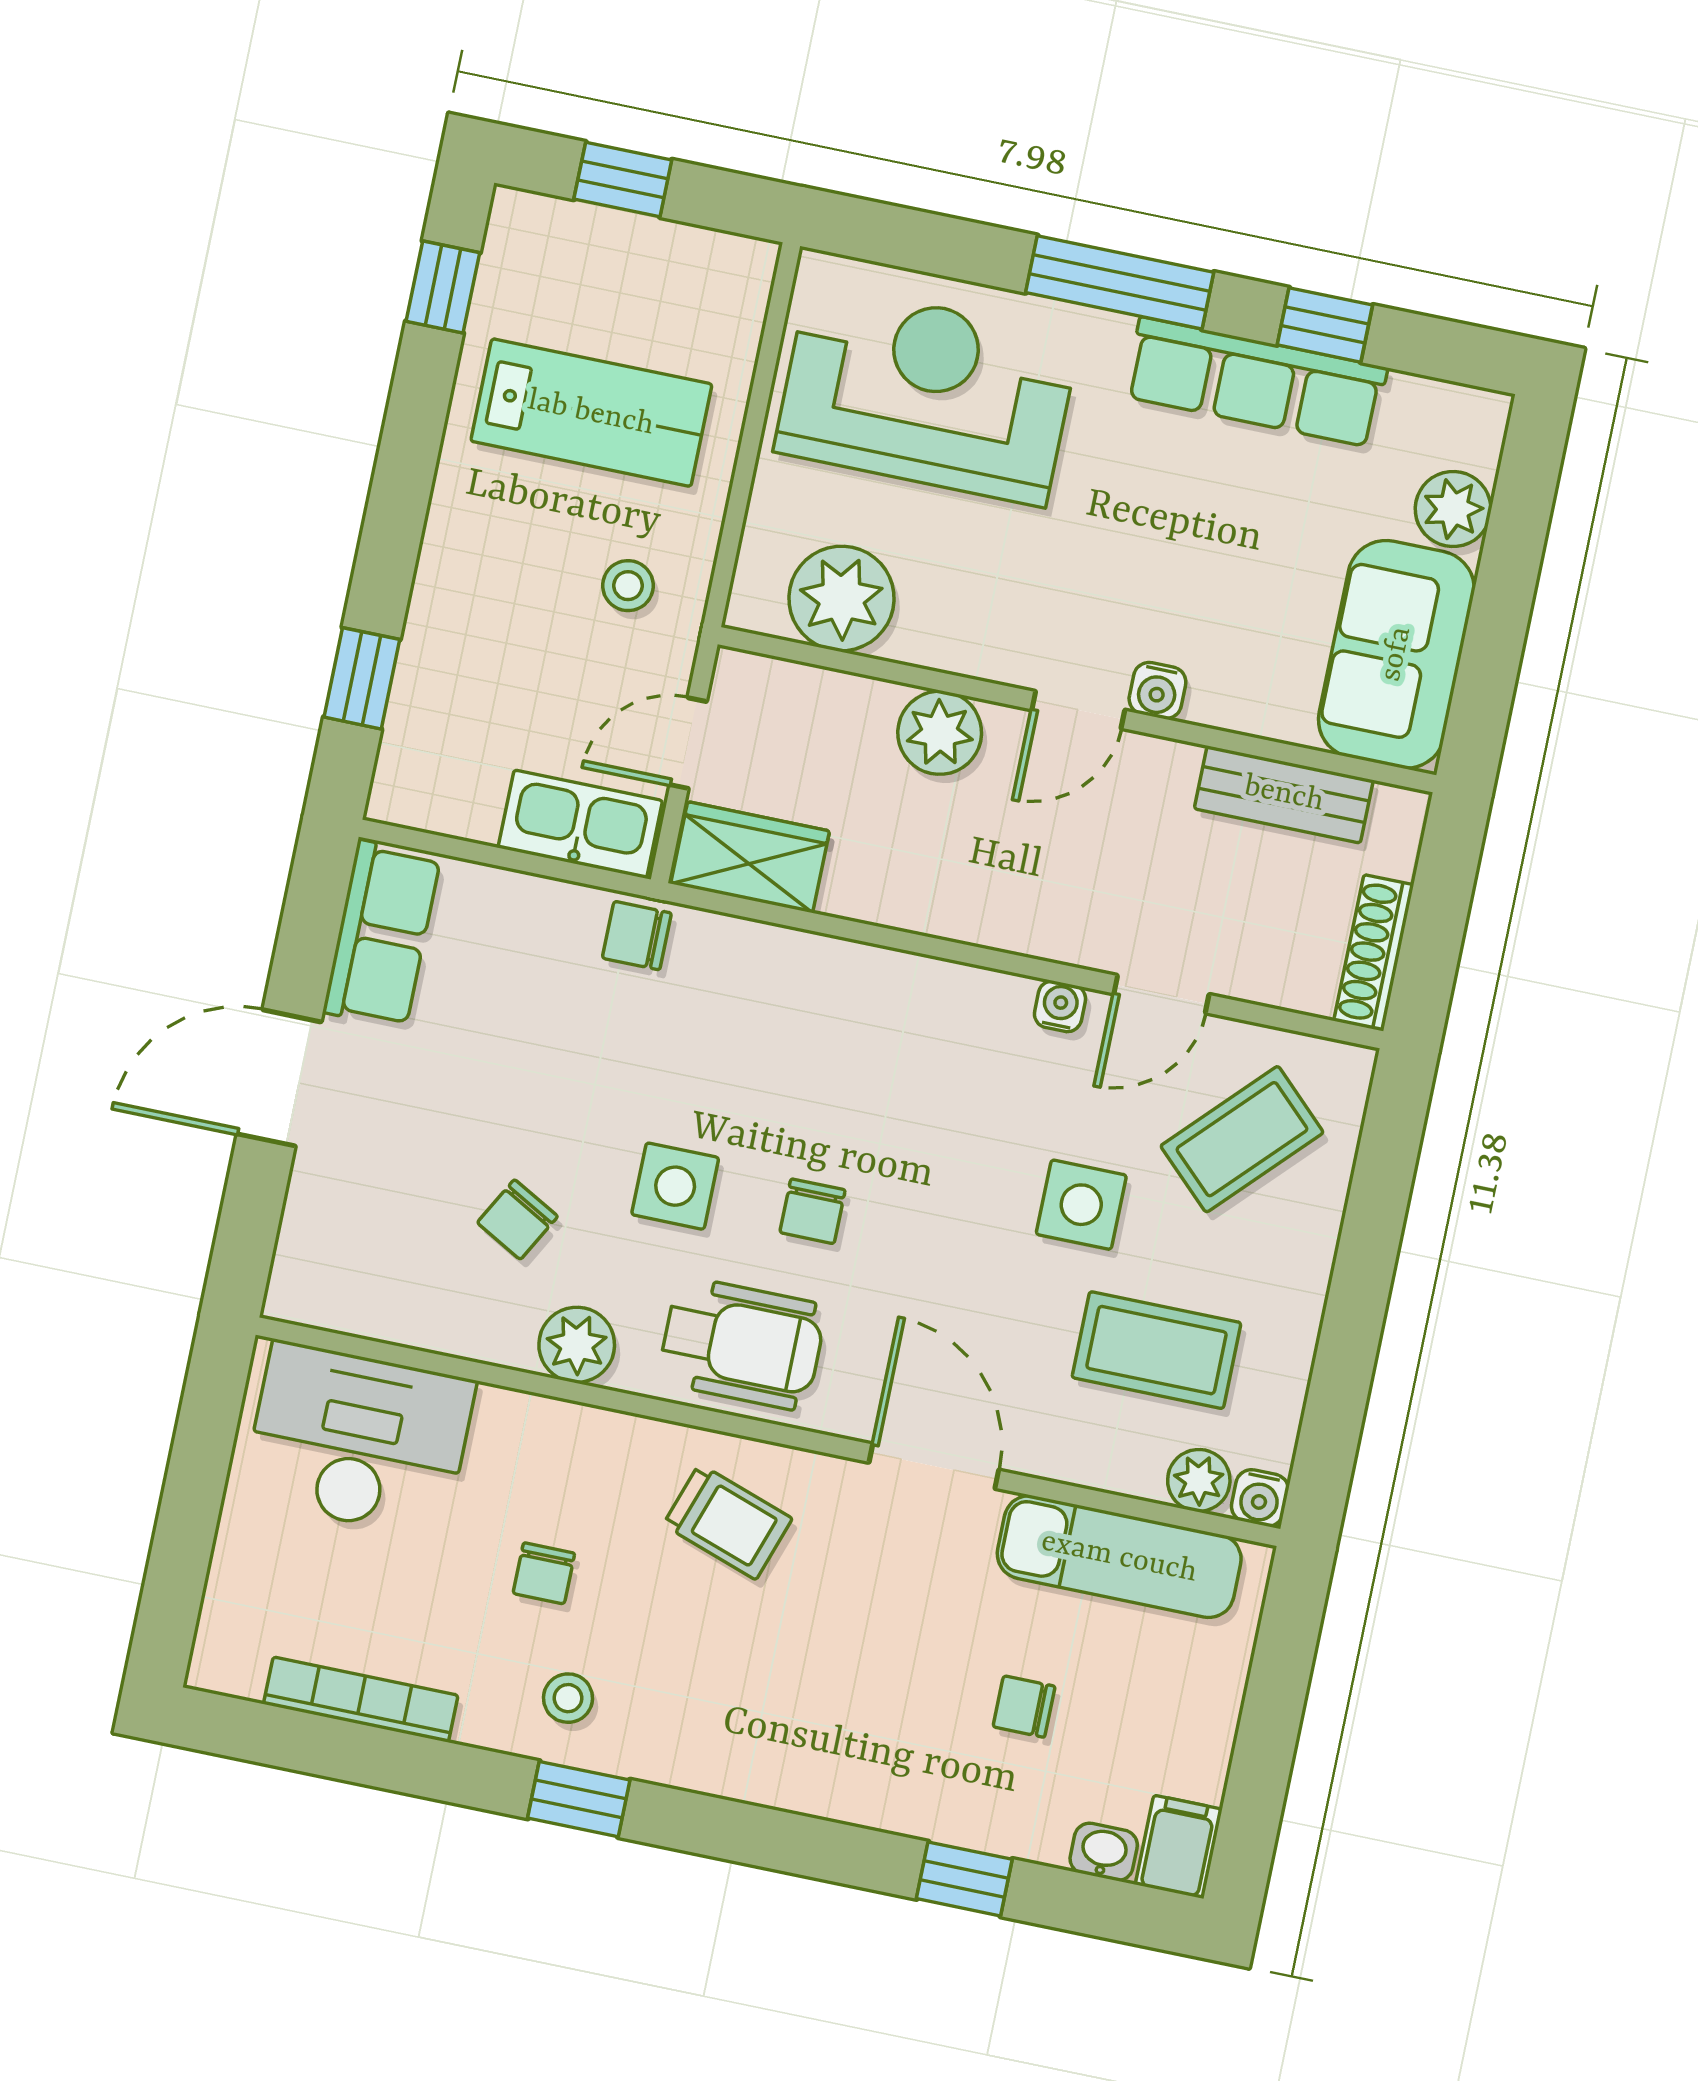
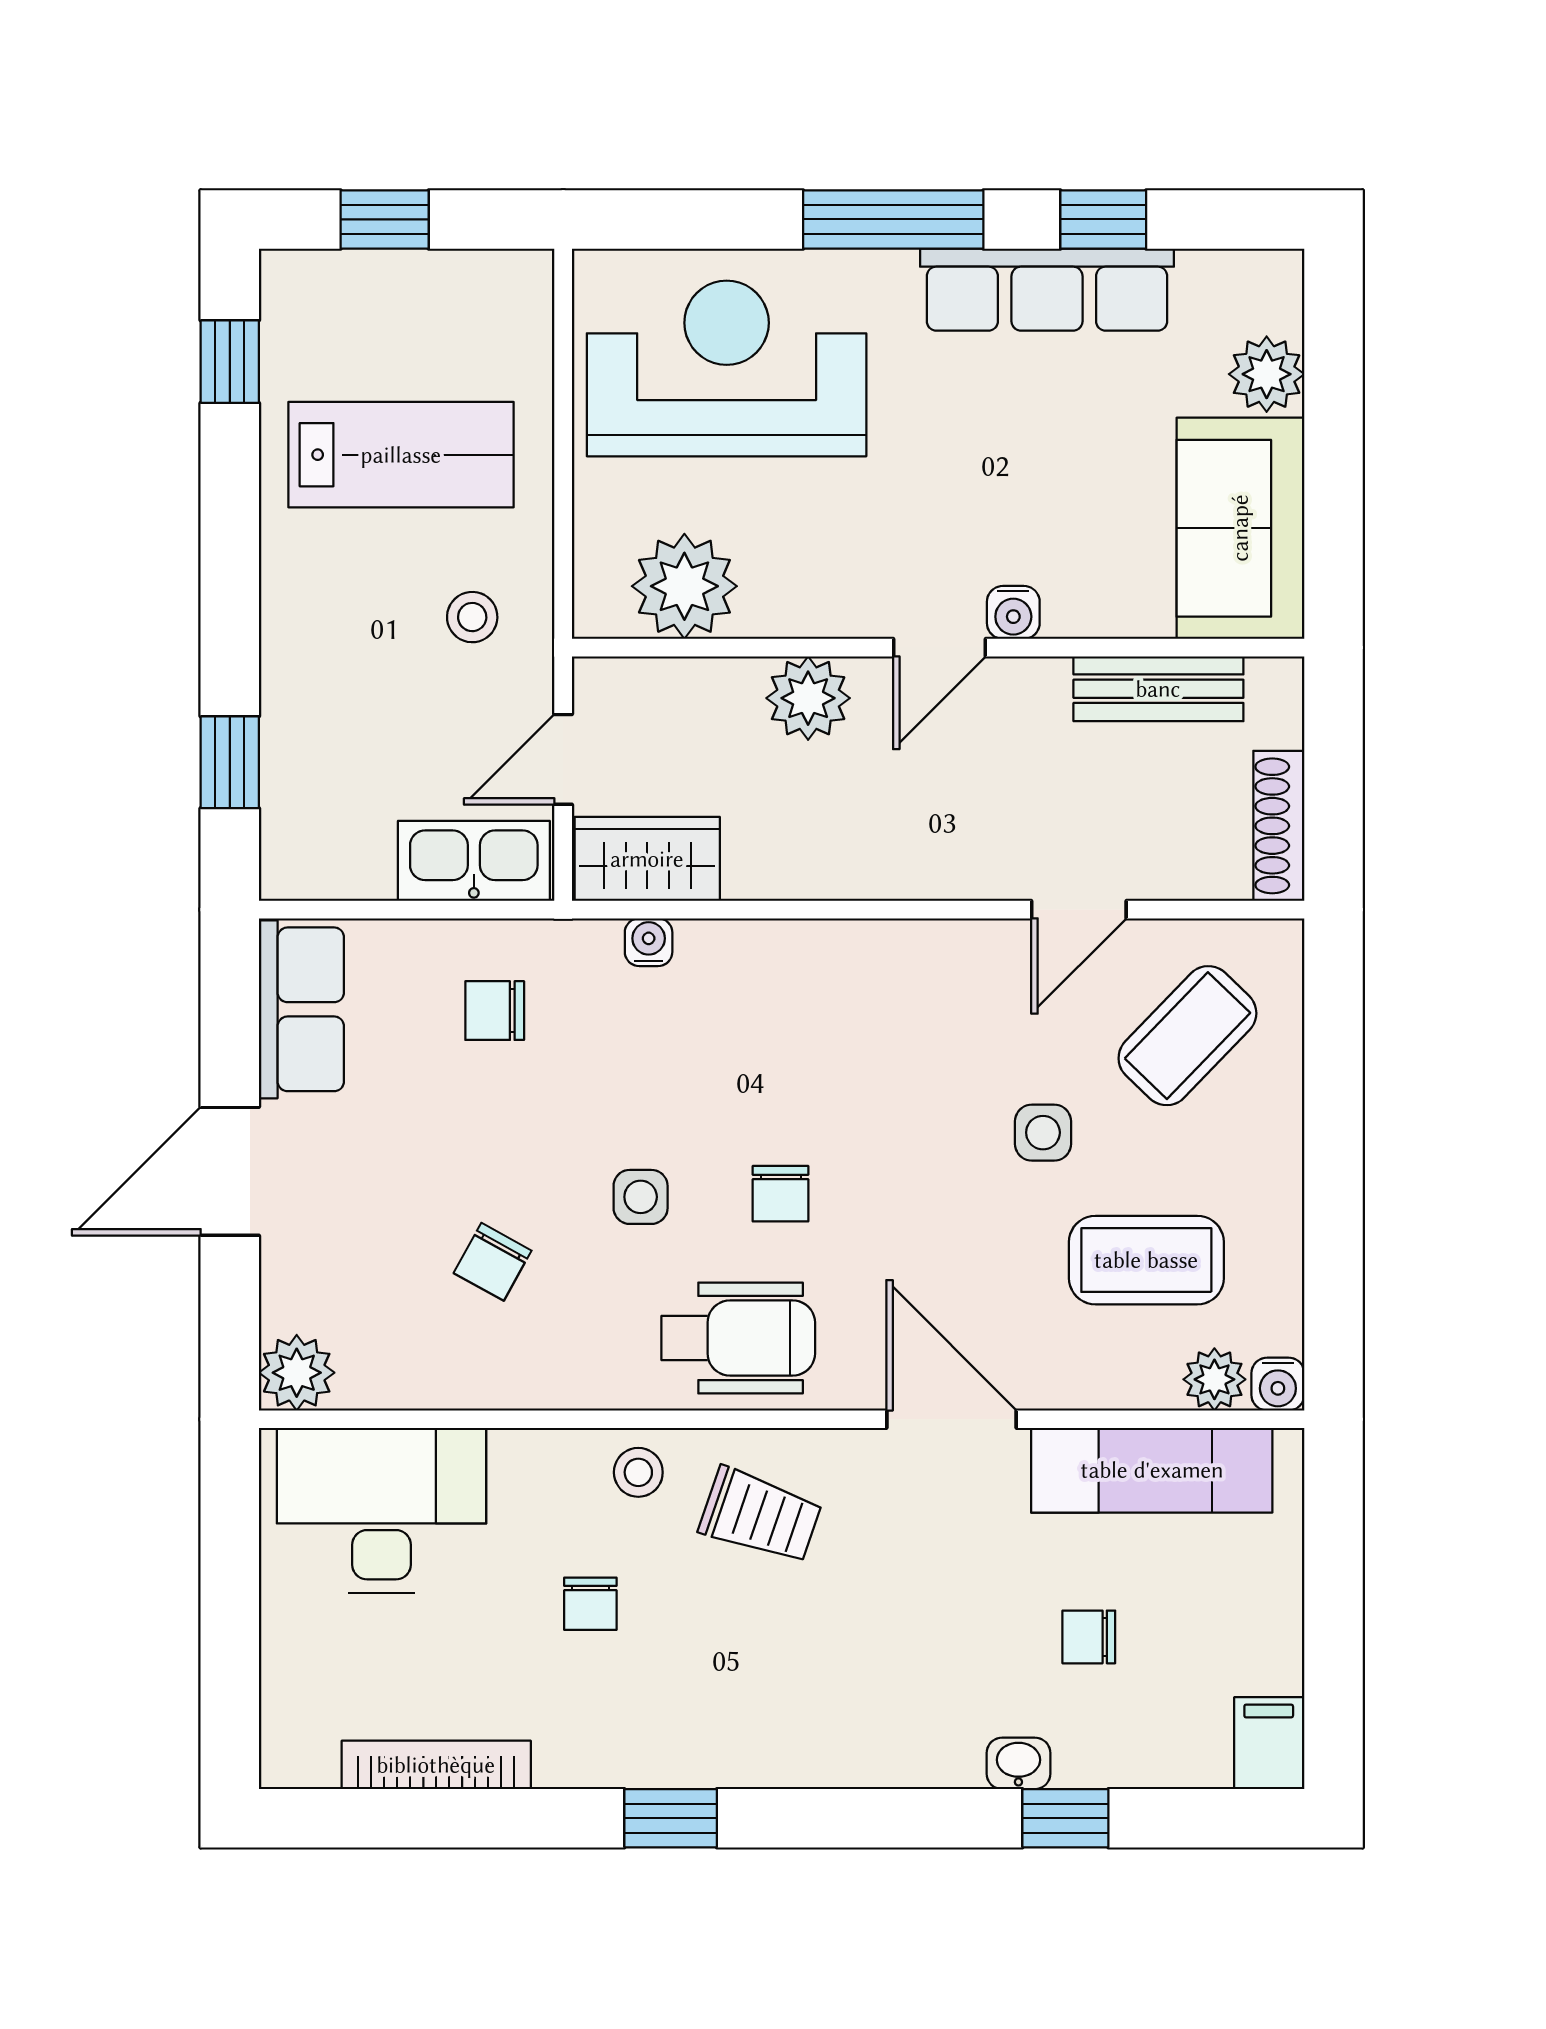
chair: (637, 936) -> (495, 1011), moved
water cooler: (1060, 1006) -> (649, 942), moved
side table: (675, 1186) -> (641, 1197), width x0.73, depth x0.73
side table: (1081, 1205) -> (1043, 1133), width x0.73, depth x0.73
plant: (577, 1345) -> (297, 1373), moved
stool: (568, 1698) -> (638, 1472), moved
washbasin: (1104, 1852) -> (1018, 1763), moved

